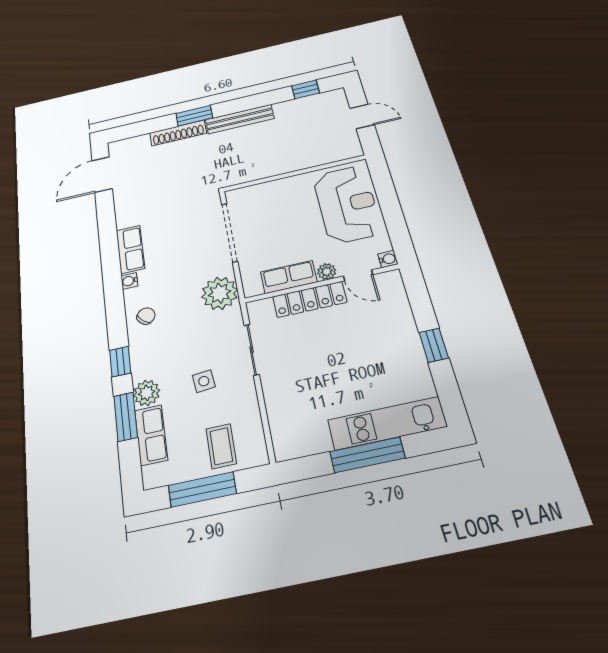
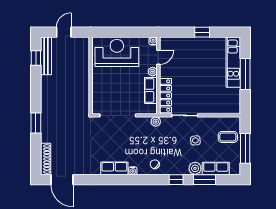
bench: (240, 119) -> (46, 56), moved
shoe rack: (178, 133) -> (46, 159), moved
plant: (220, 293) -> (156, 122), width x0.53, depth x0.53
locker: (310, 299) -> (166, 96), moved

